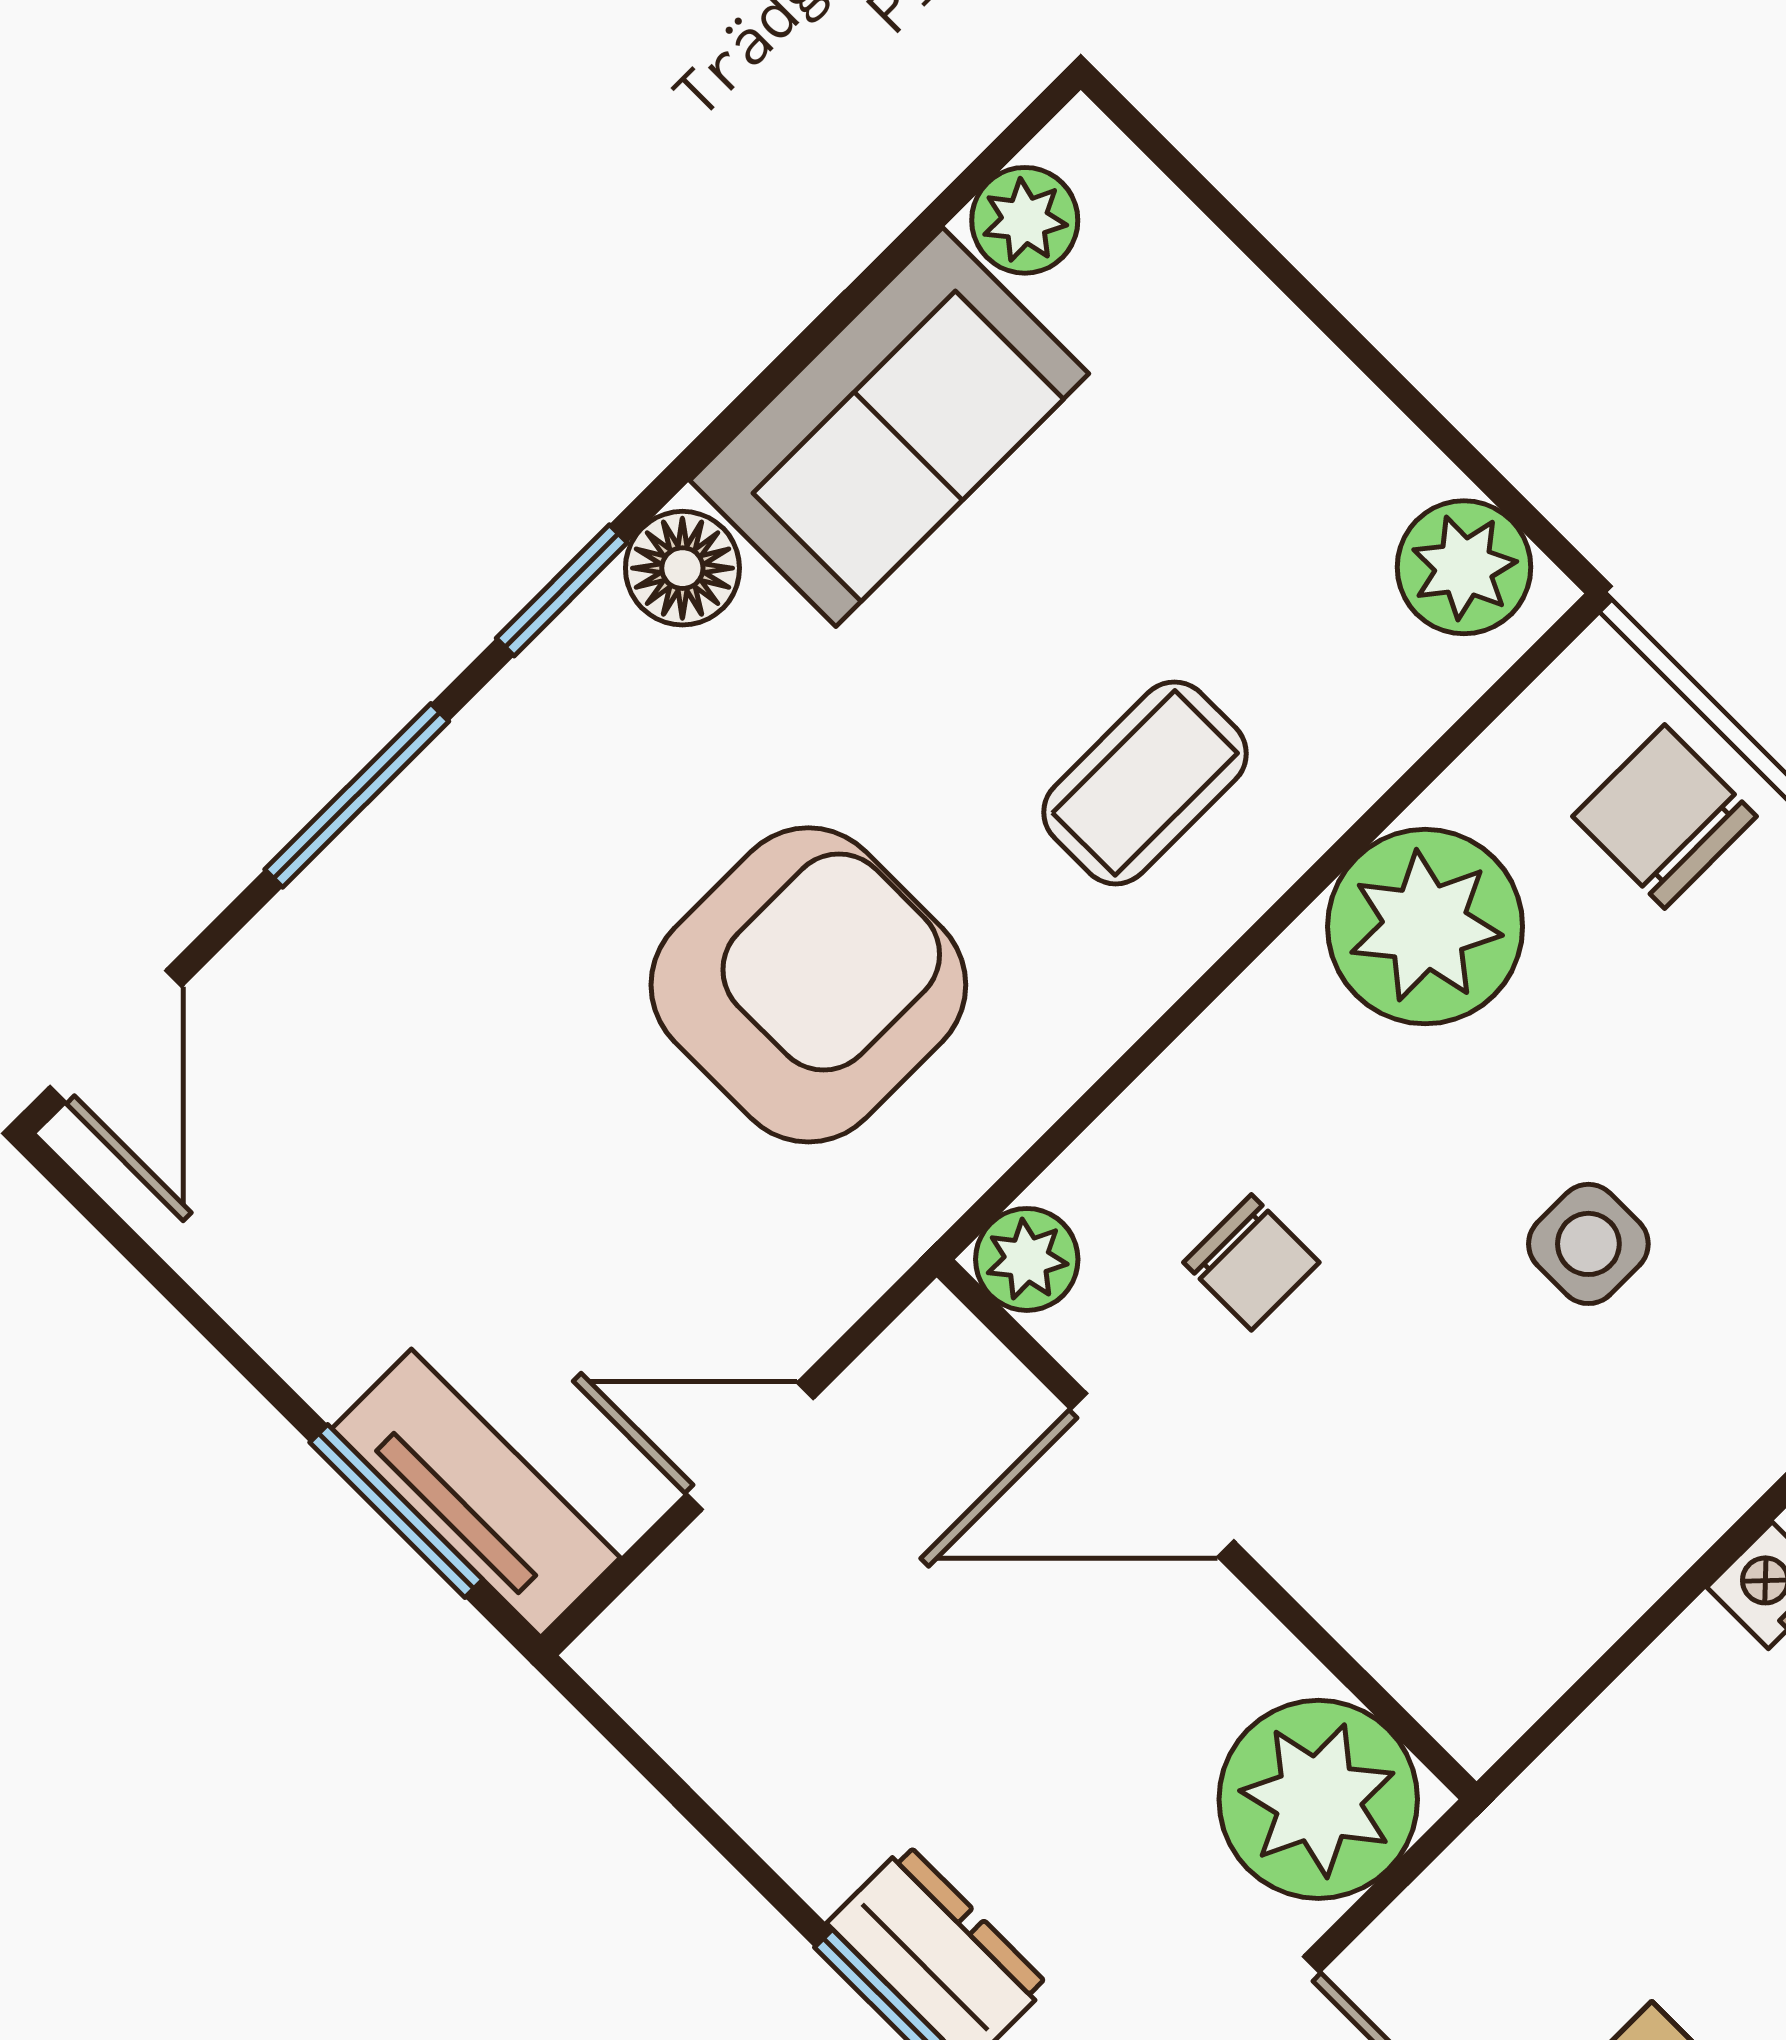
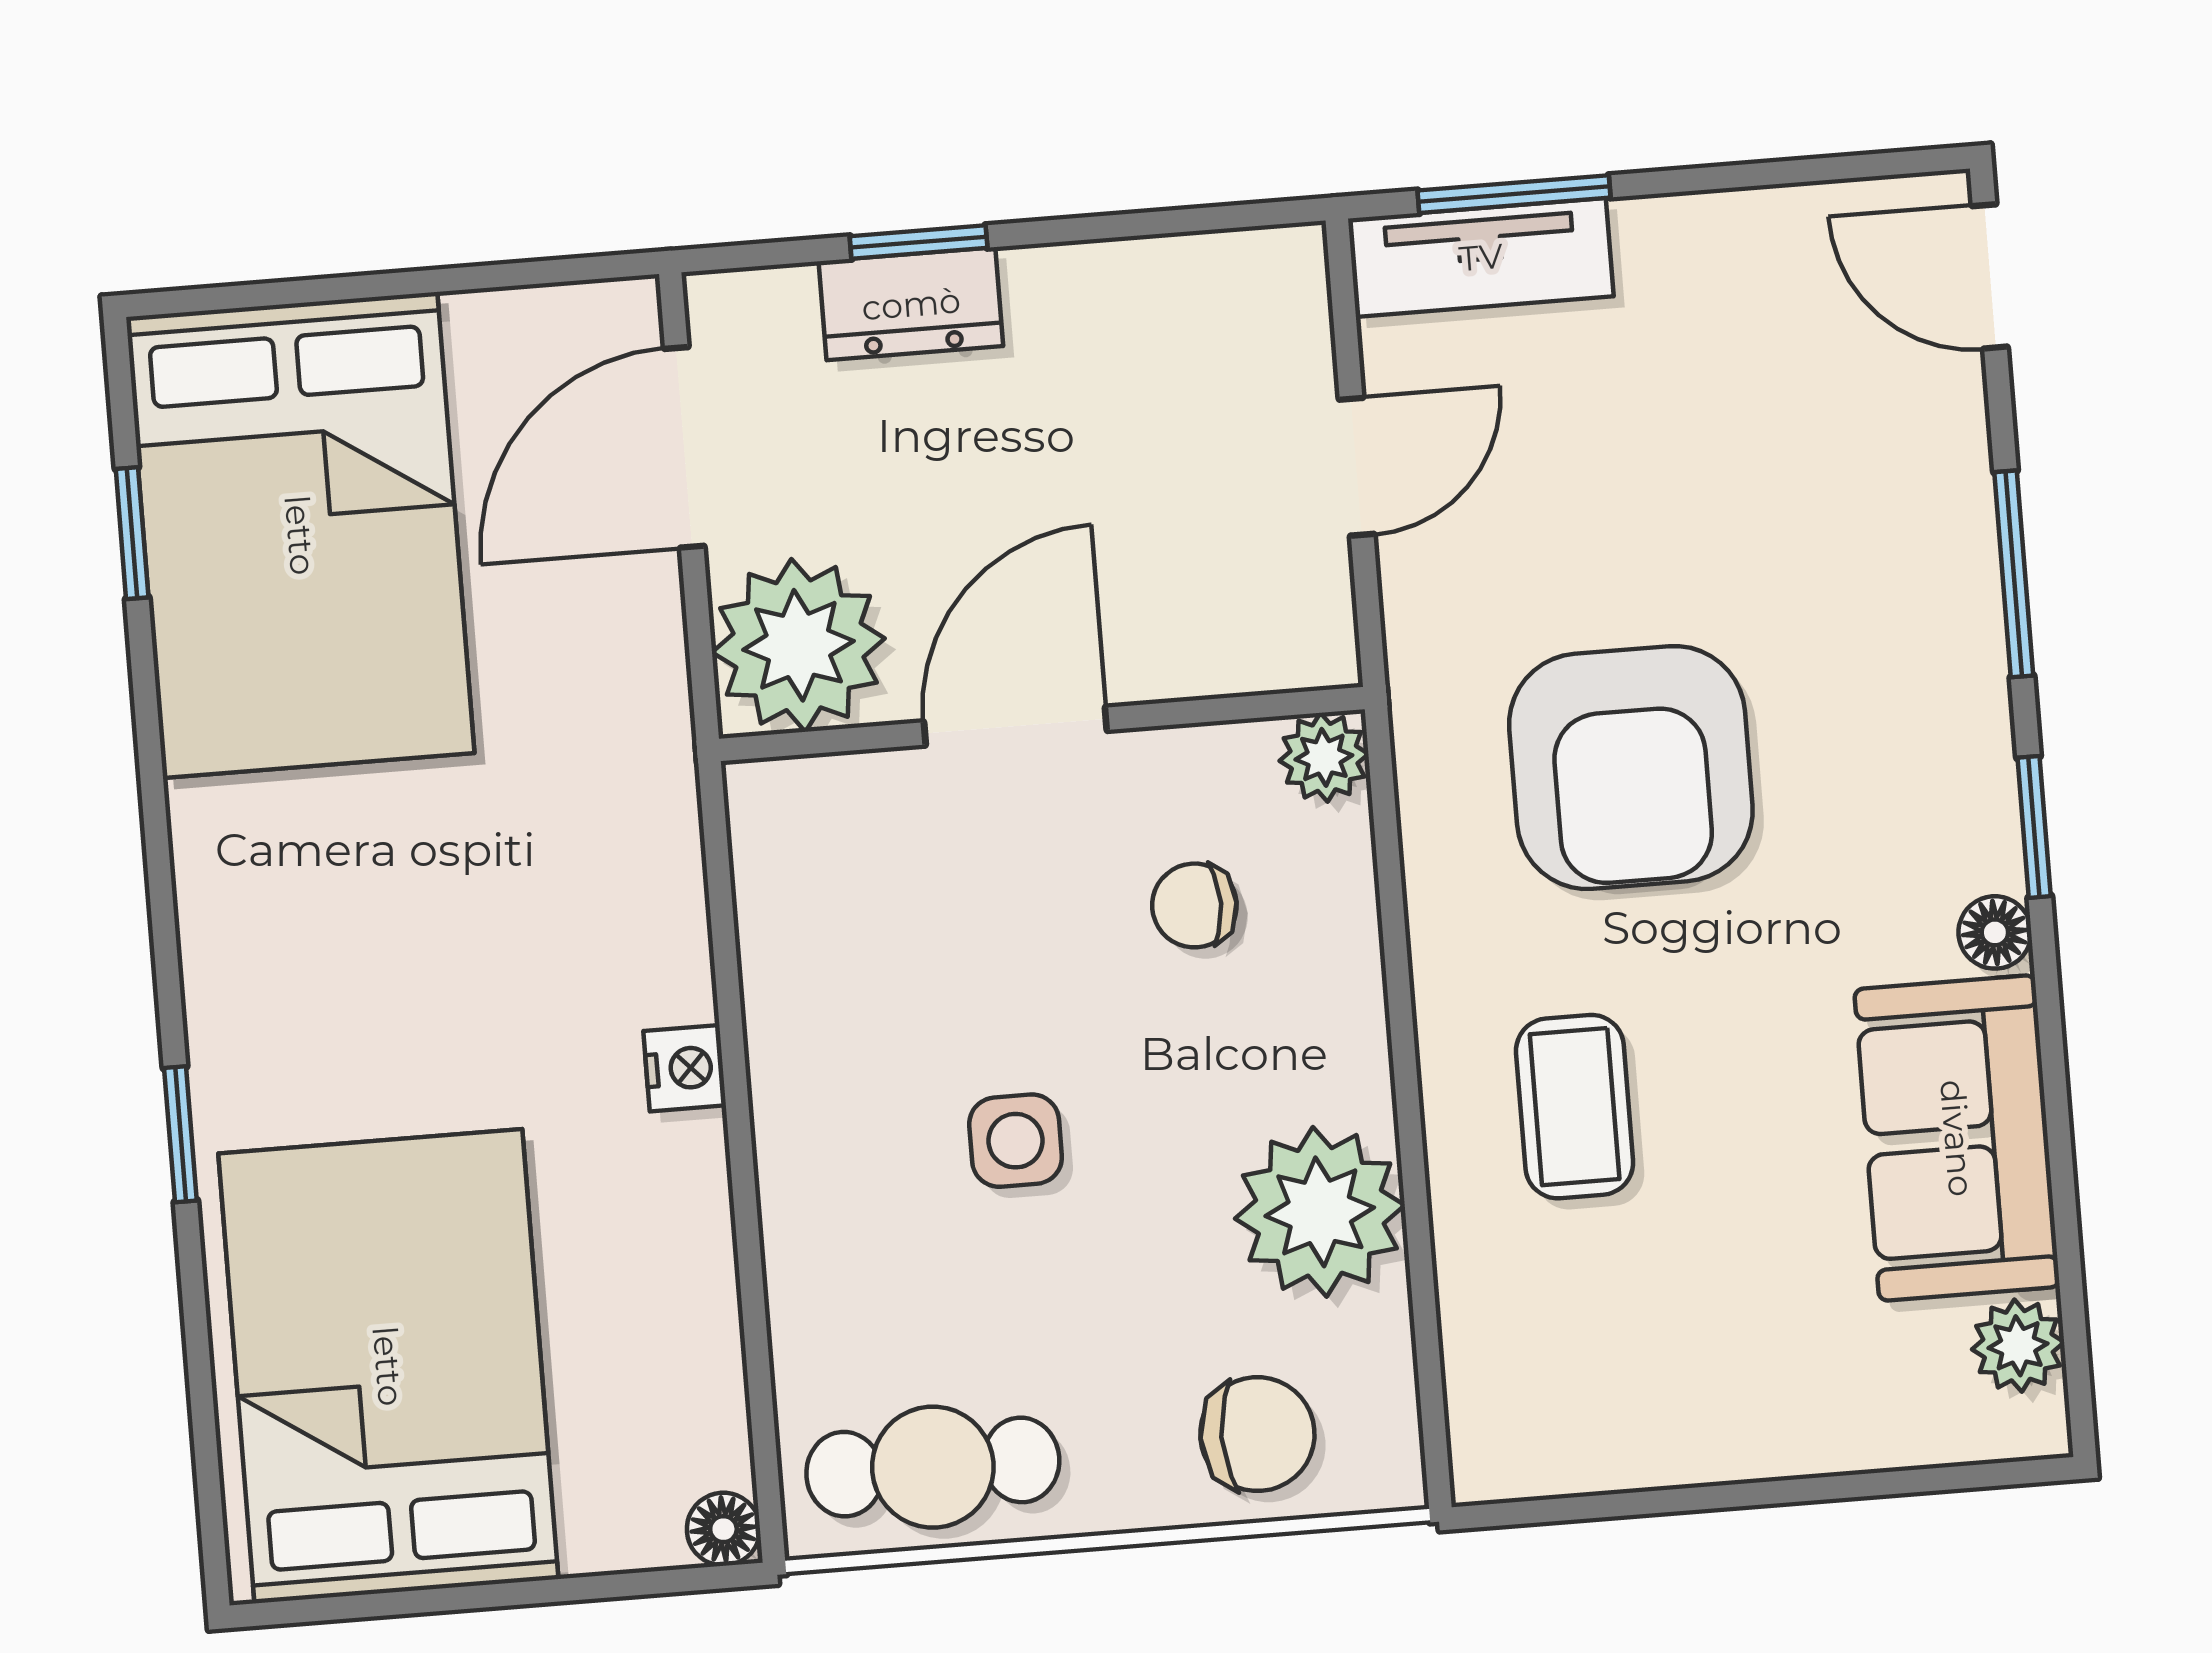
plant: (1464, 567) -> (1537, 1442), removed
floor lamp: (682, 568) -> (1995, 932), width x0.73, depth x0.73
door: (1152, 1475) -> (1015, 726), moved

